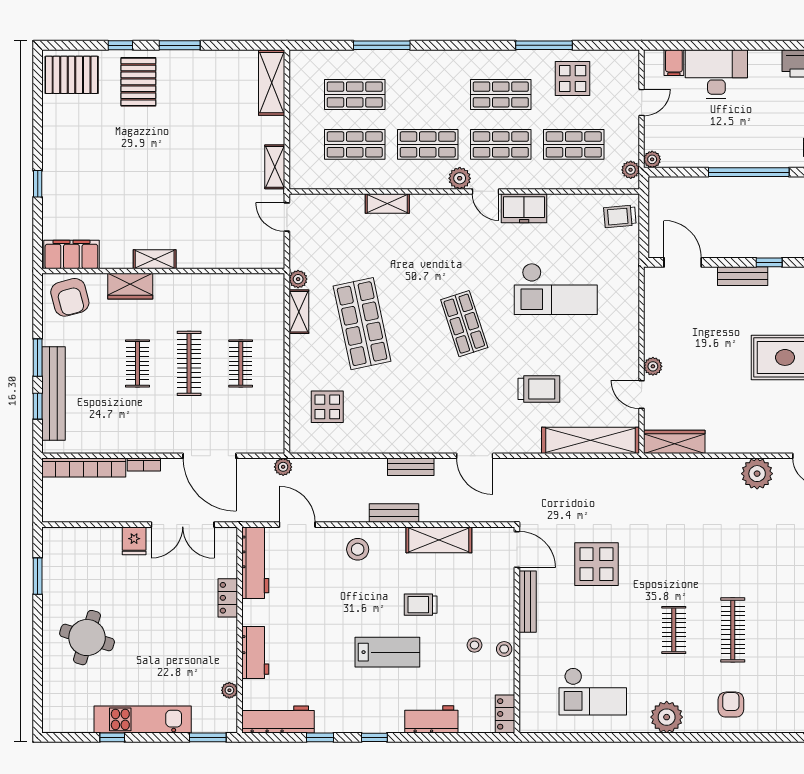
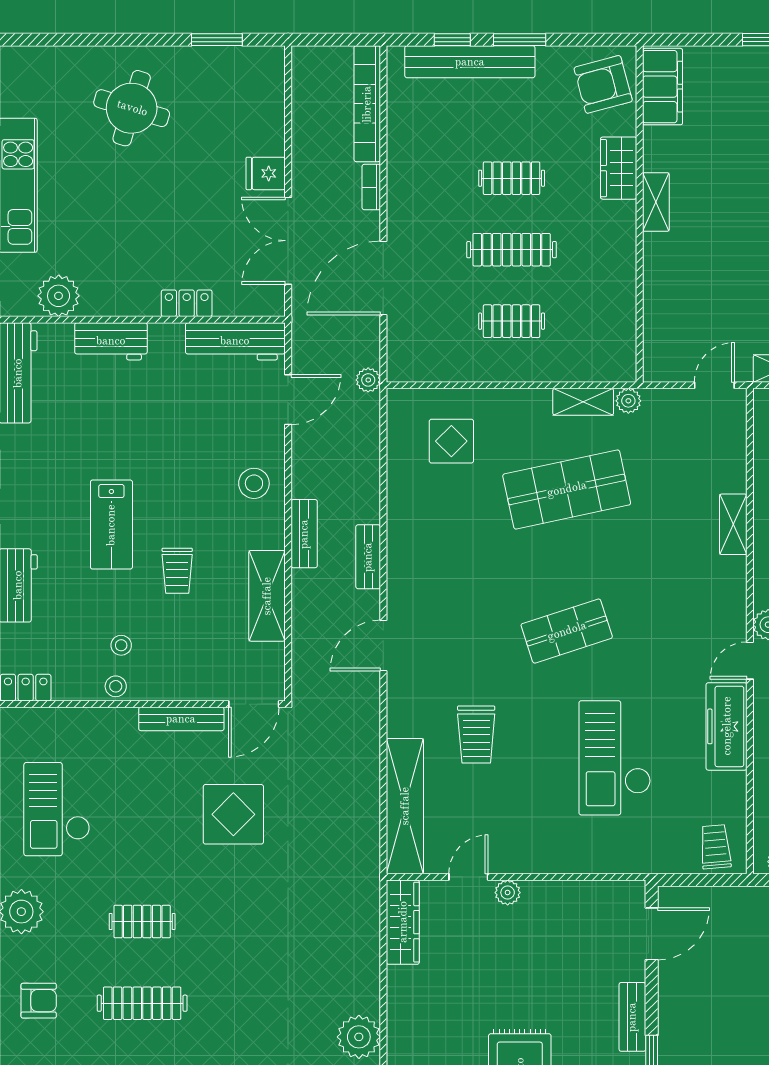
freezer: (524, 208) -> (727, 726), width x1.40
trolley: (421, 605) -> (177, 571), turned 180
plant: (229, 690) -> (59, 296), width x1.87, depth x1.87

